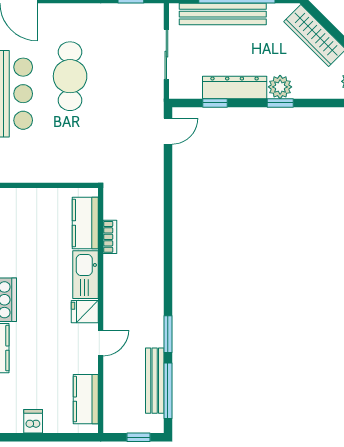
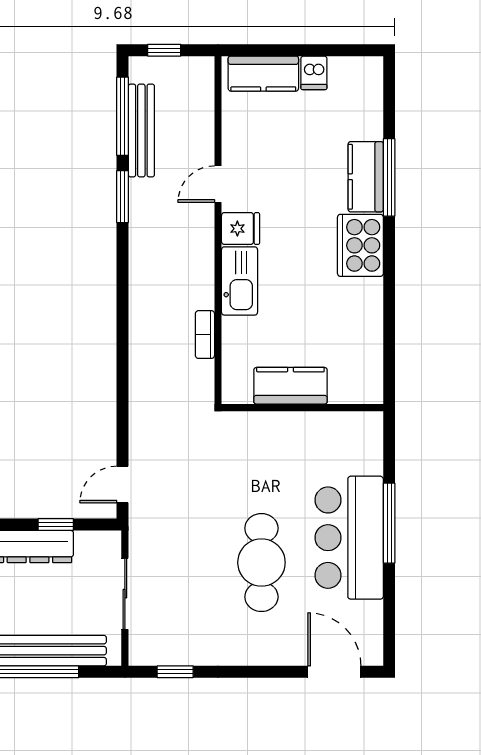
kitchen counter: (85, 223) -> (290, 386), moved, turned -90
kitchen counter: (86, 399) -> (263, 74), moved, turned 90

